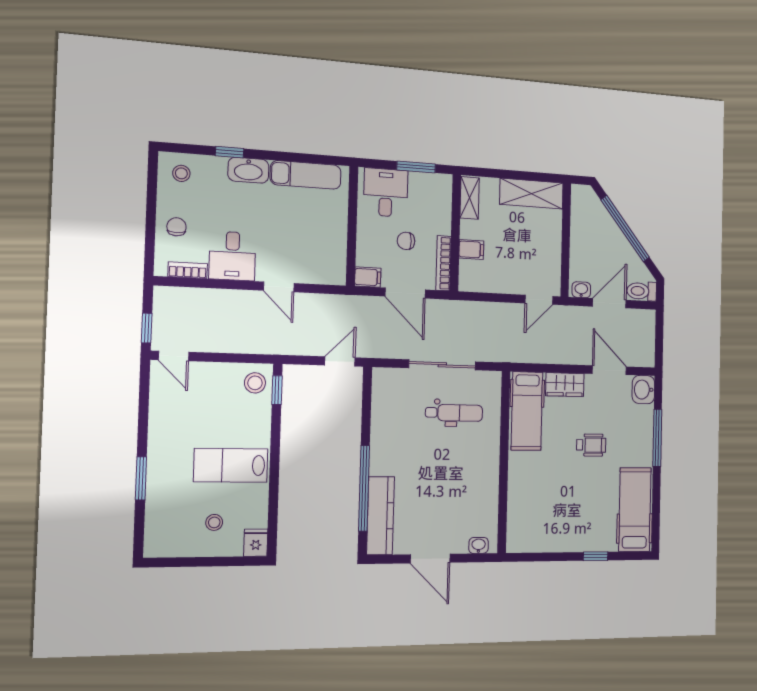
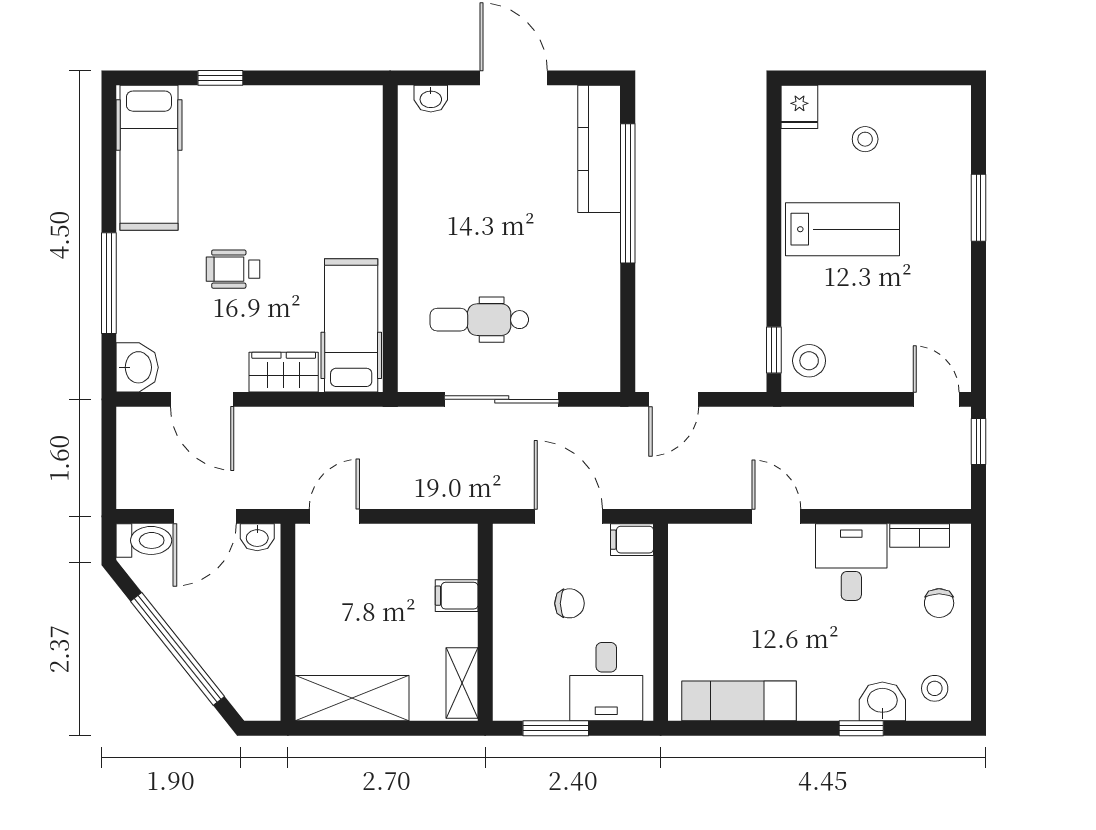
washbasin: (248, 170) -> (882, 701), moved, width x0.72
bookcase: (443, 263) -> (504, 570), removed

